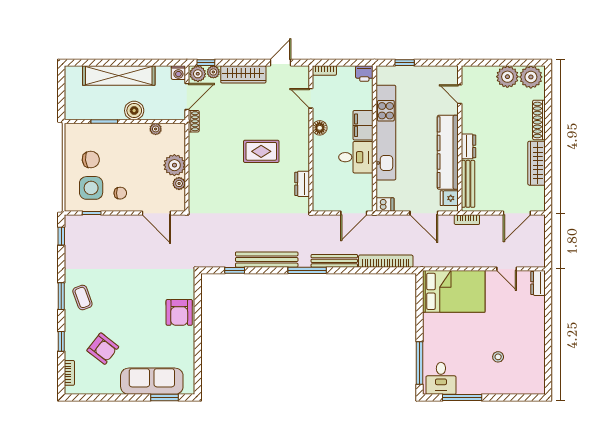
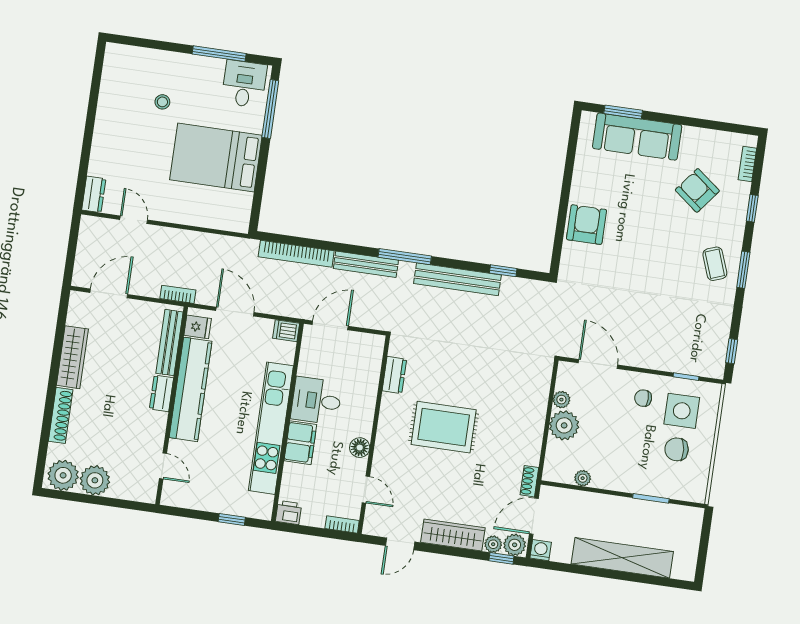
boiler: (134, 111) -> (608, 507), removed
rug: (261, 151) -> (444, 427), width x1.36, depth x1.43
bed: (454, 291) -> (216, 157), moved

